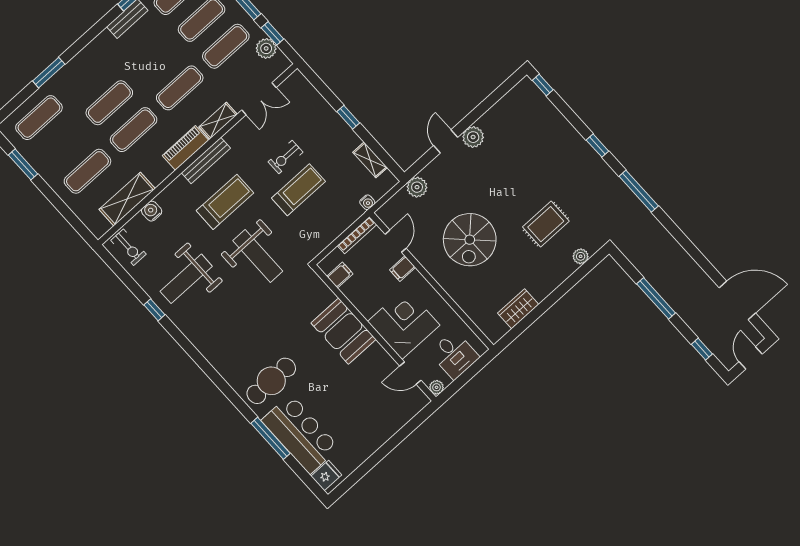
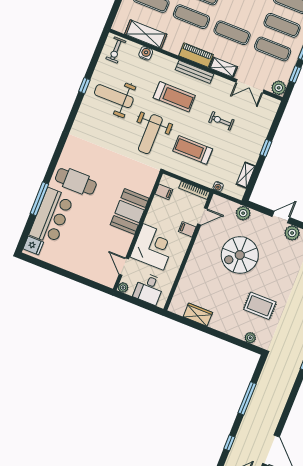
plant: (266, 48) -> (279, 88), moved
treadmill: (298, 190) -> (193, 150), moved, turned 180
spiral stairs: (470, 240) -> (240, 255), moved

